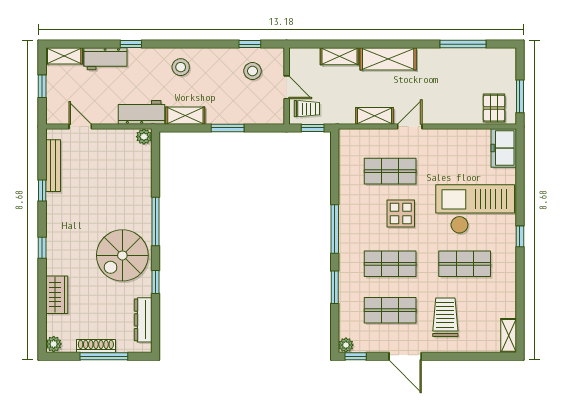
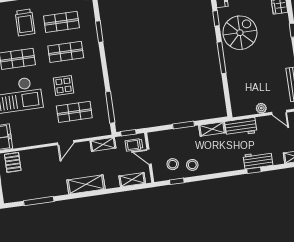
shelving: (340, 56) -> (132, 180), moved
workbench: (105, 59) -> (258, 160), moved
stool: (181, 67) -> (192, 165), moved
shelving: (374, 116) -> (103, 144), moved
plant: (144, 137) -> (261, 108), moved
window: (335, 229) -> (110, 107), moved

